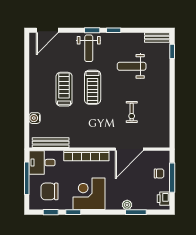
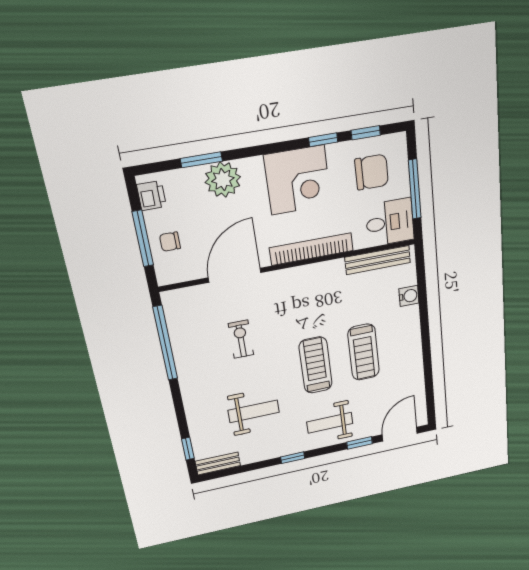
window: (92, 30) -> (359, 443), moved
weight bench: (89, 48) -> (330, 423), turned -90
window: (172, 118) -> (165, 343), added
plant: (127, 205) -> (223, 180), width x1.87, depth x1.87

